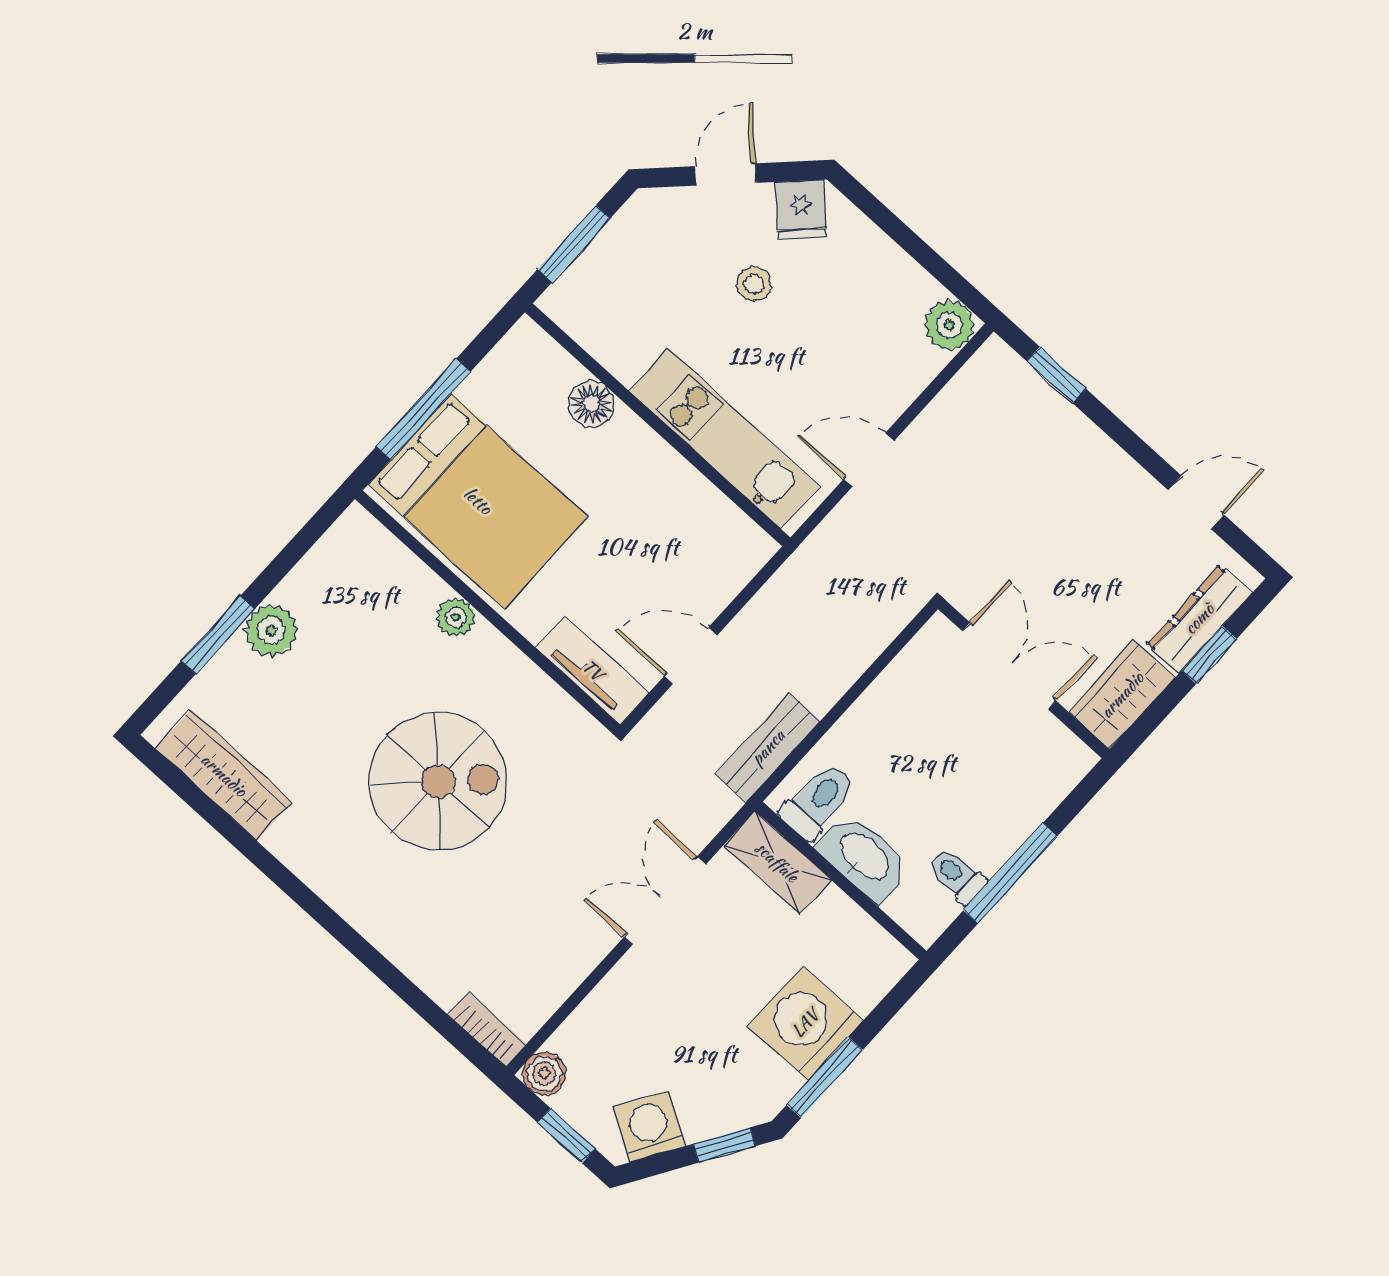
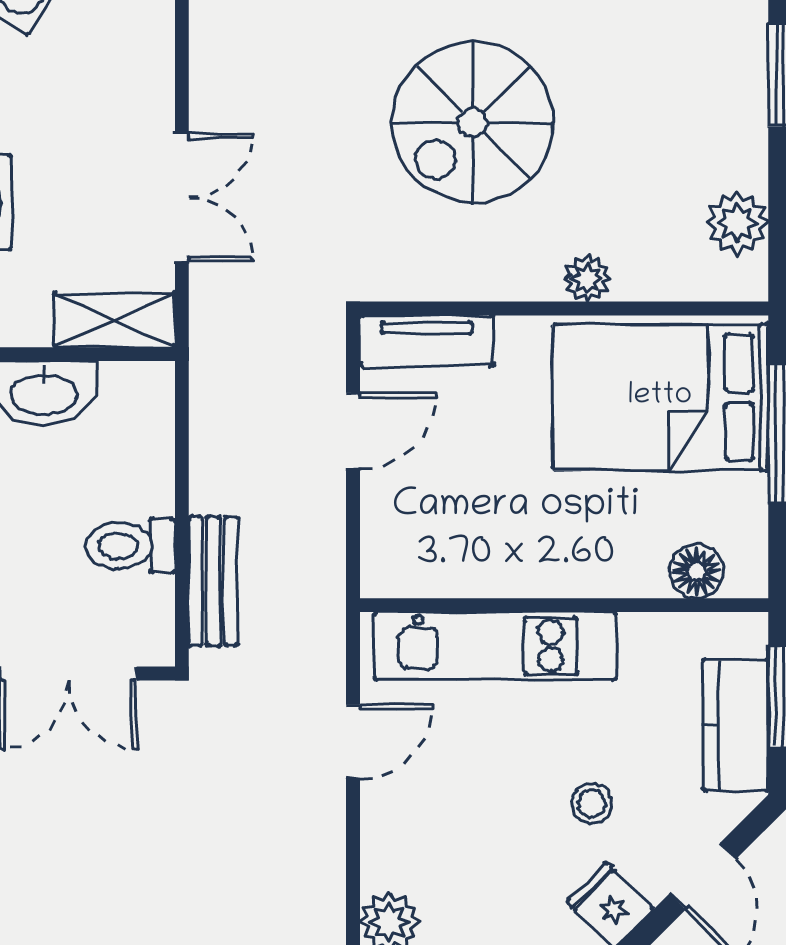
kitchen counter: (618, 251) -> (735, 725), added
floor lamp: (592, 404) -> (697, 571), moved
plant: (271, 630) -> (737, 223), moved
bench: (768, 747) -> (213, 581), moved
toilet: (818, 801) -> (130, 546), moved, turned 90

